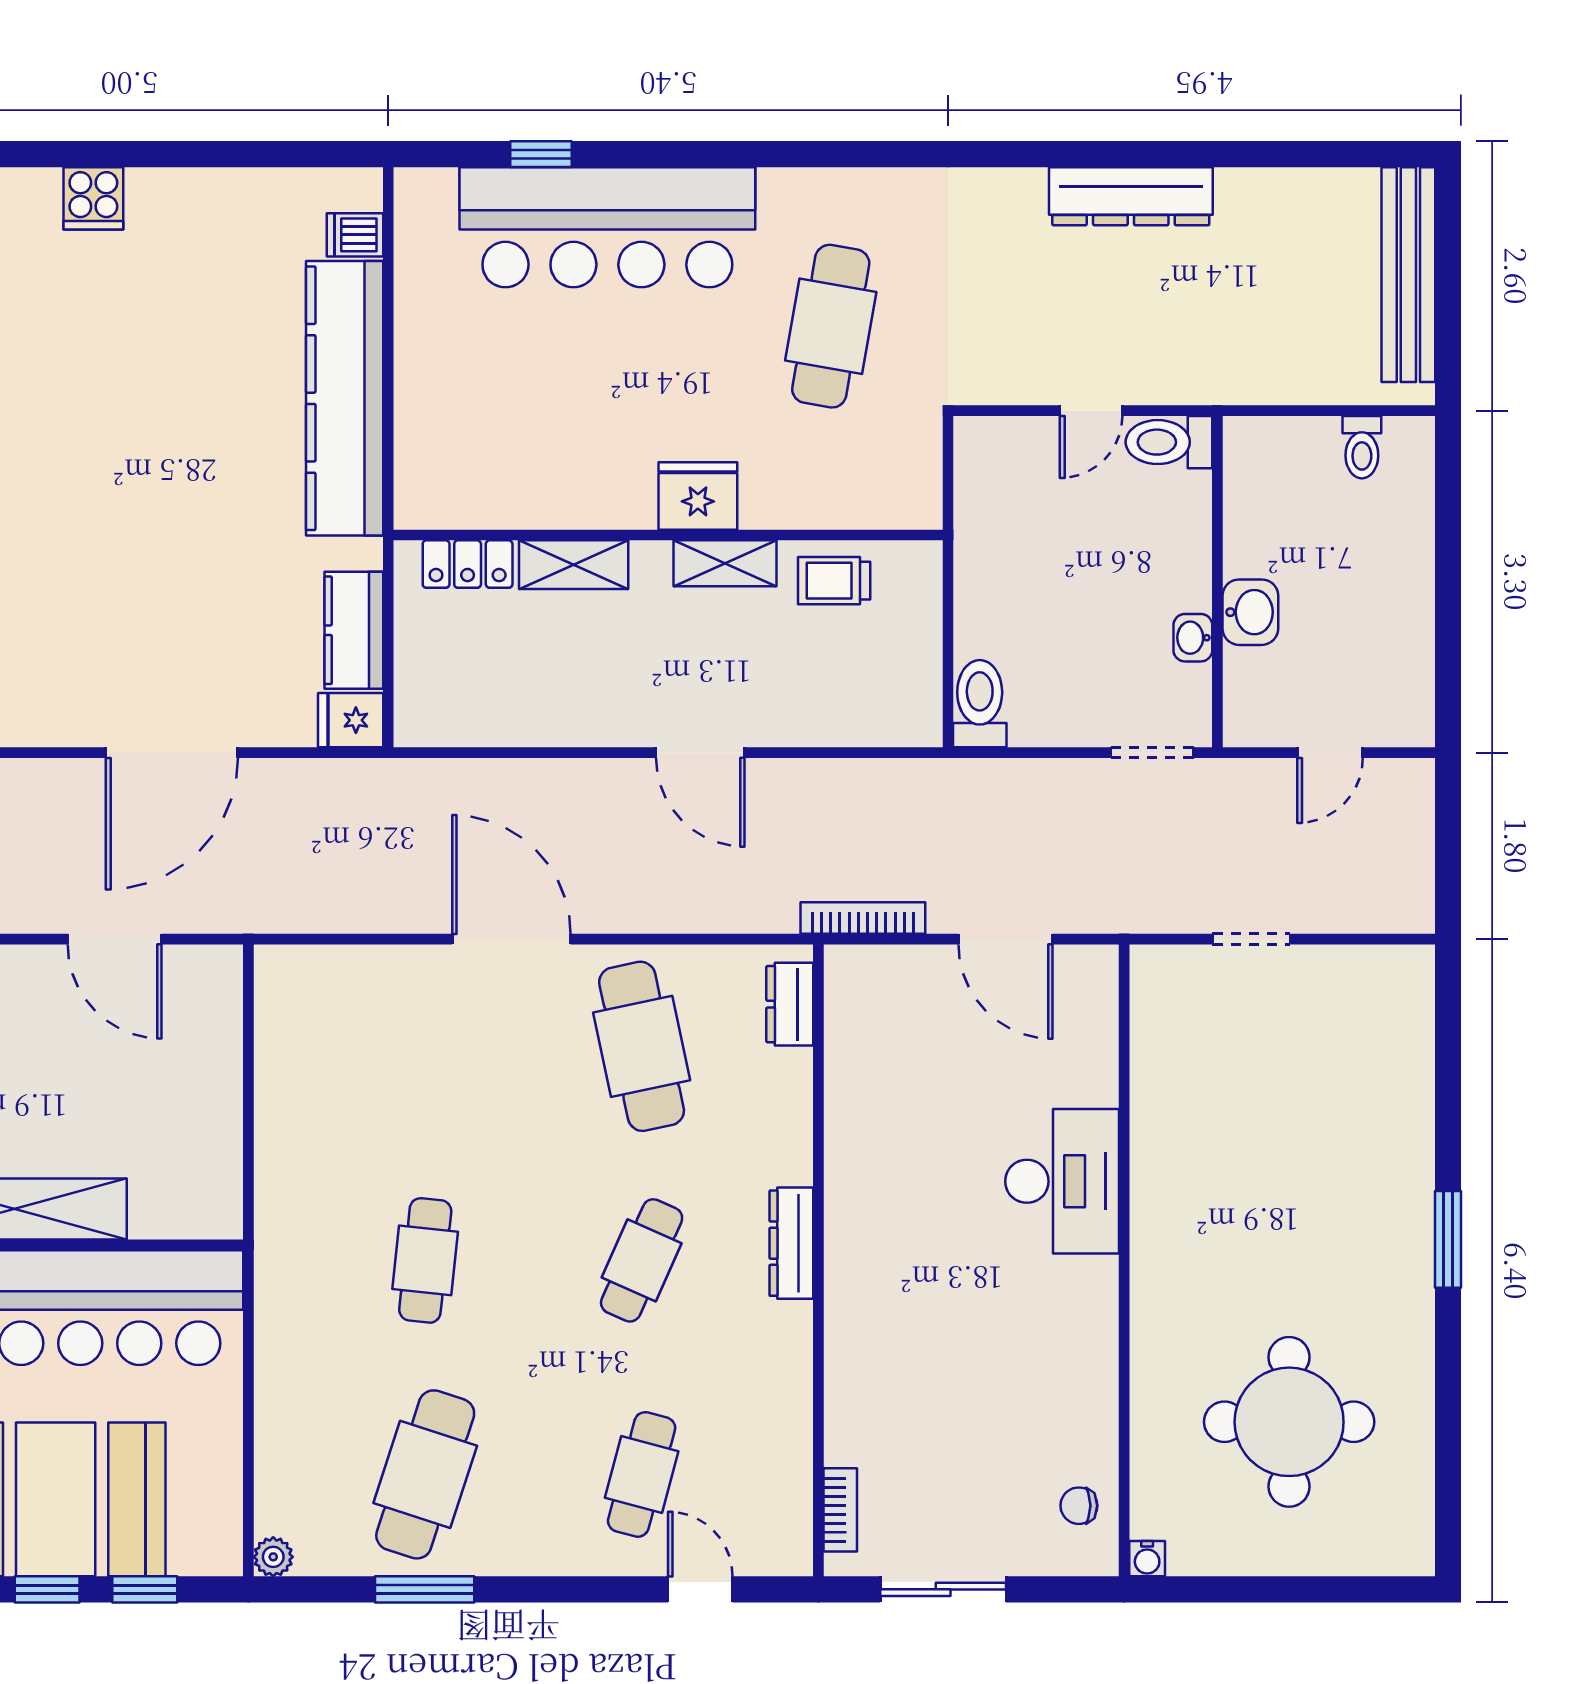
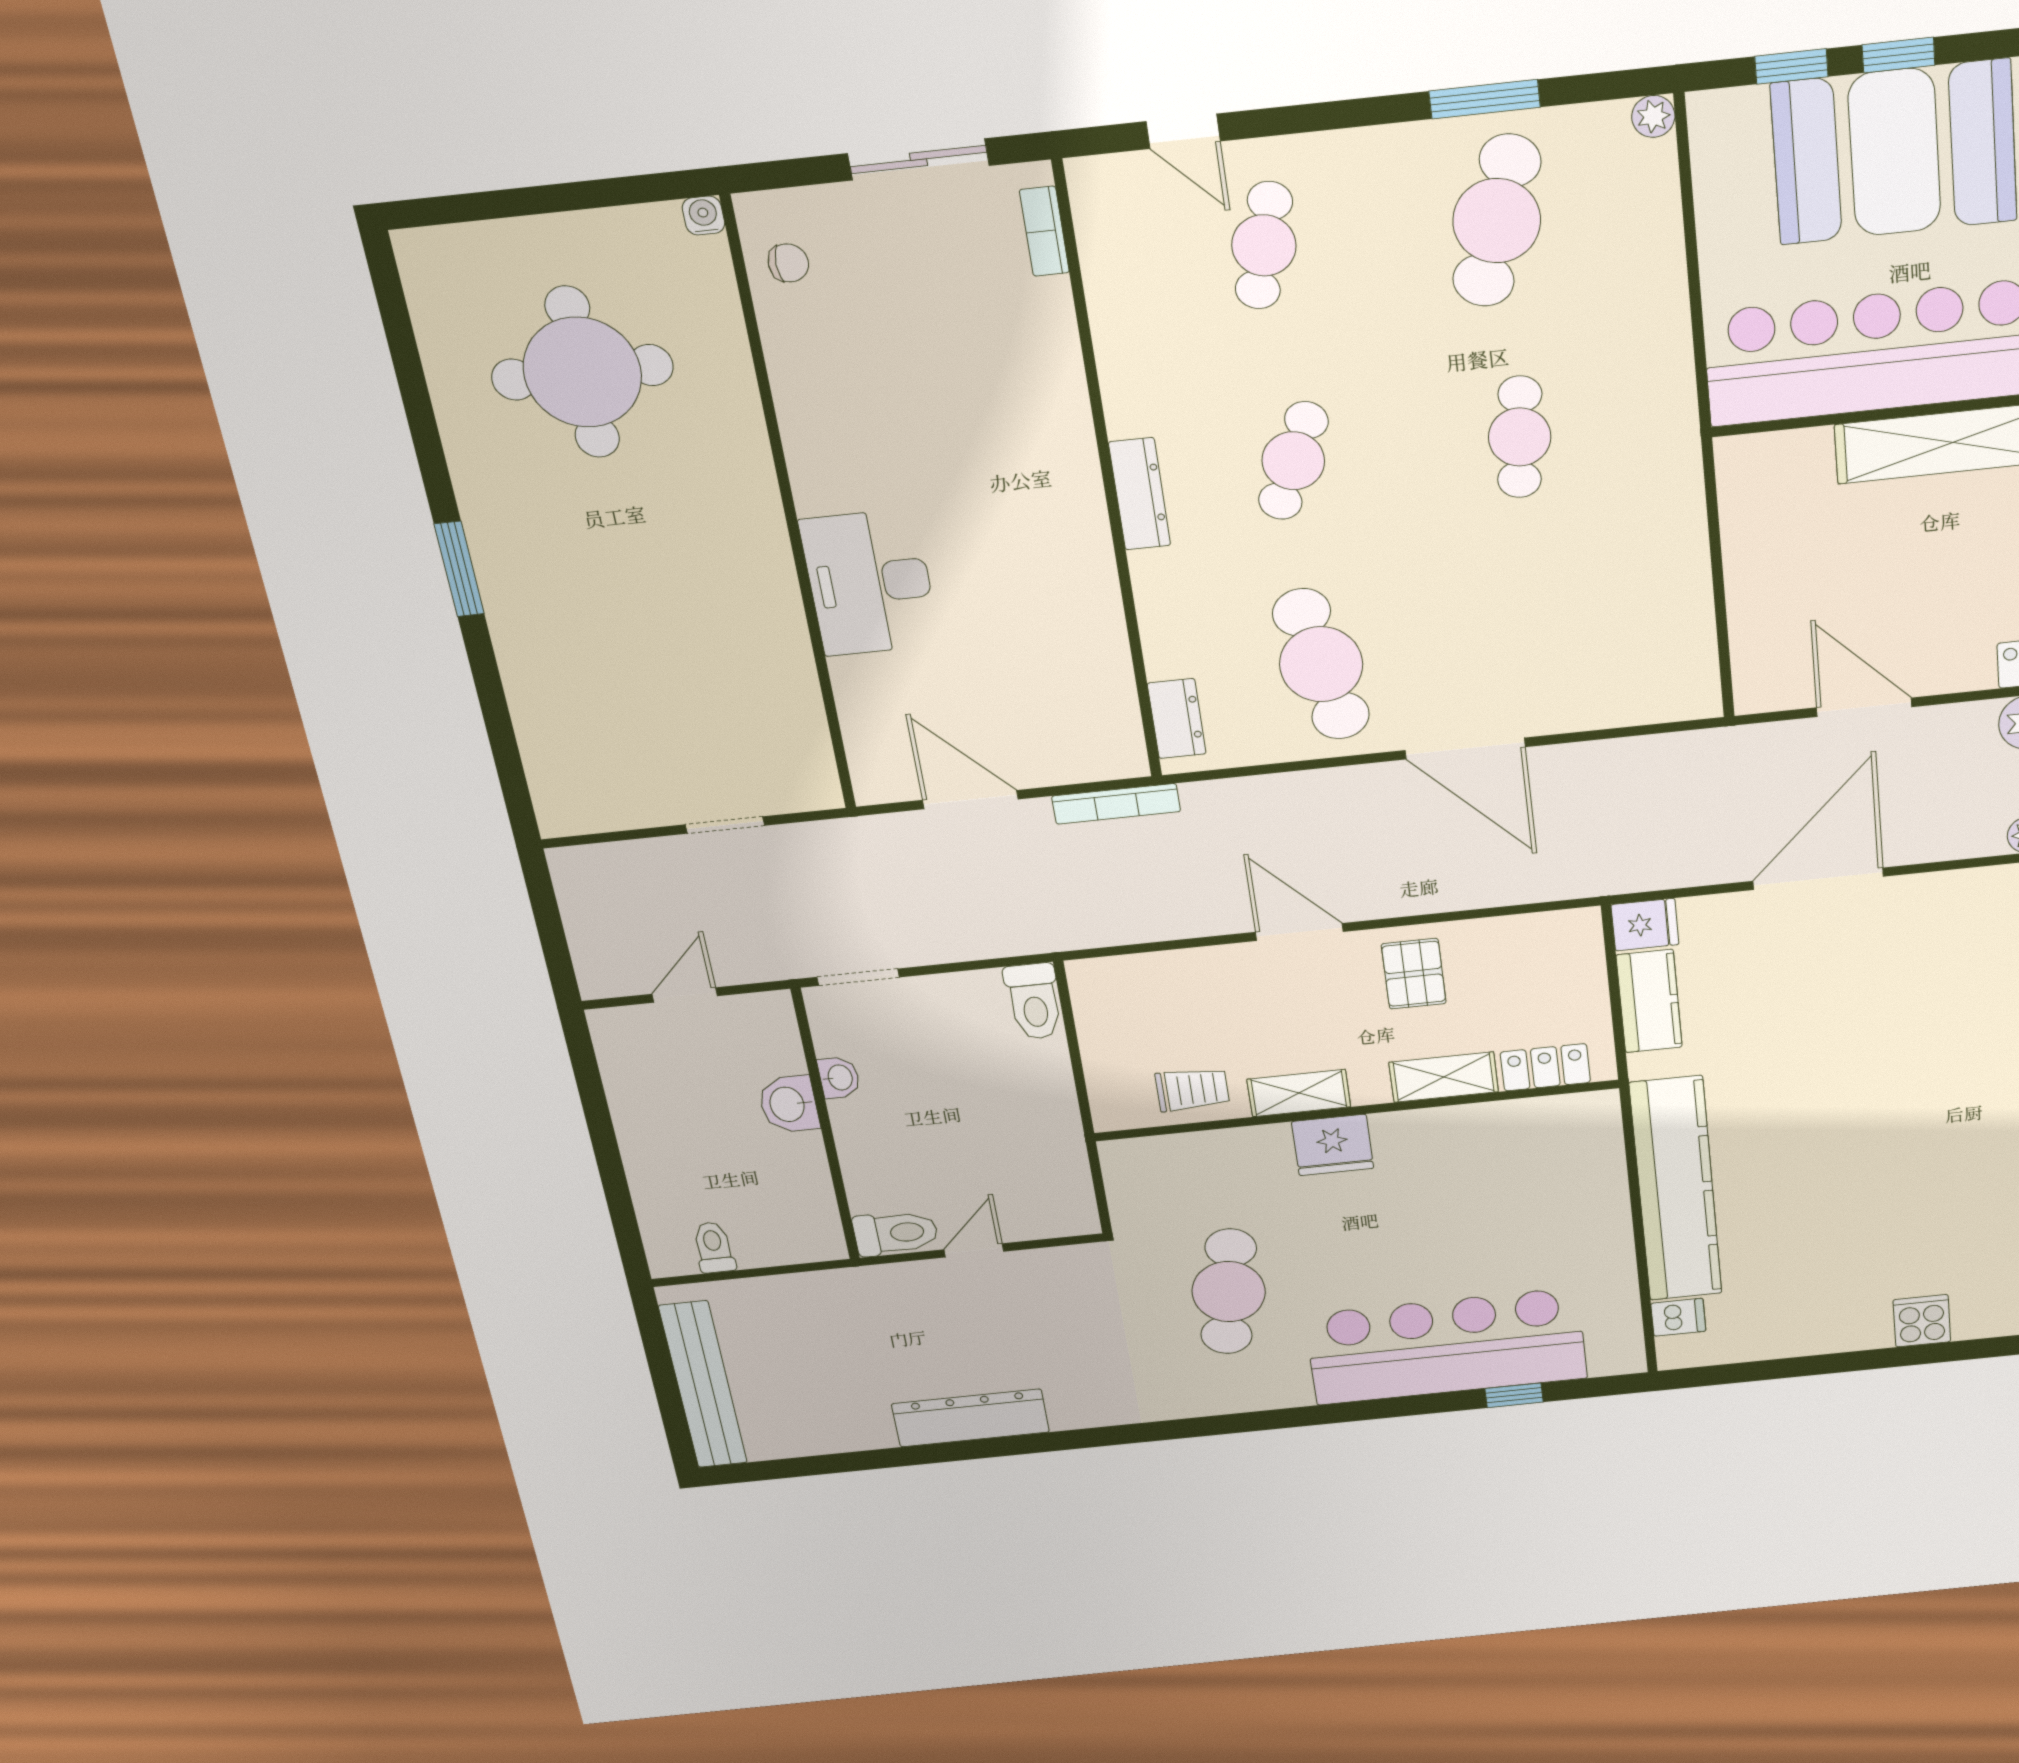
pallet: (591, 691) -> (1414, 974), added

